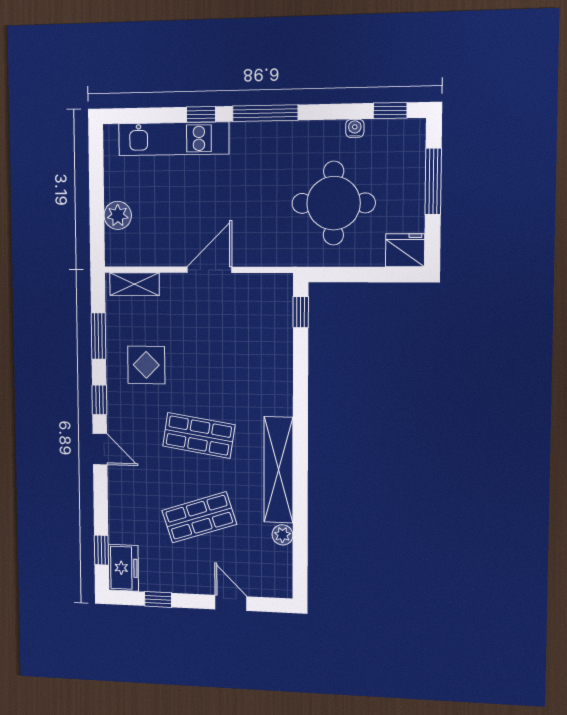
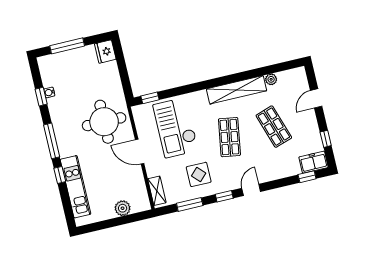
window: (390, 111) -> (41, 97), moved
round table: (334, 203) -> (104, 122), moved
checkout: (237, 345) -> (176, 128), added

